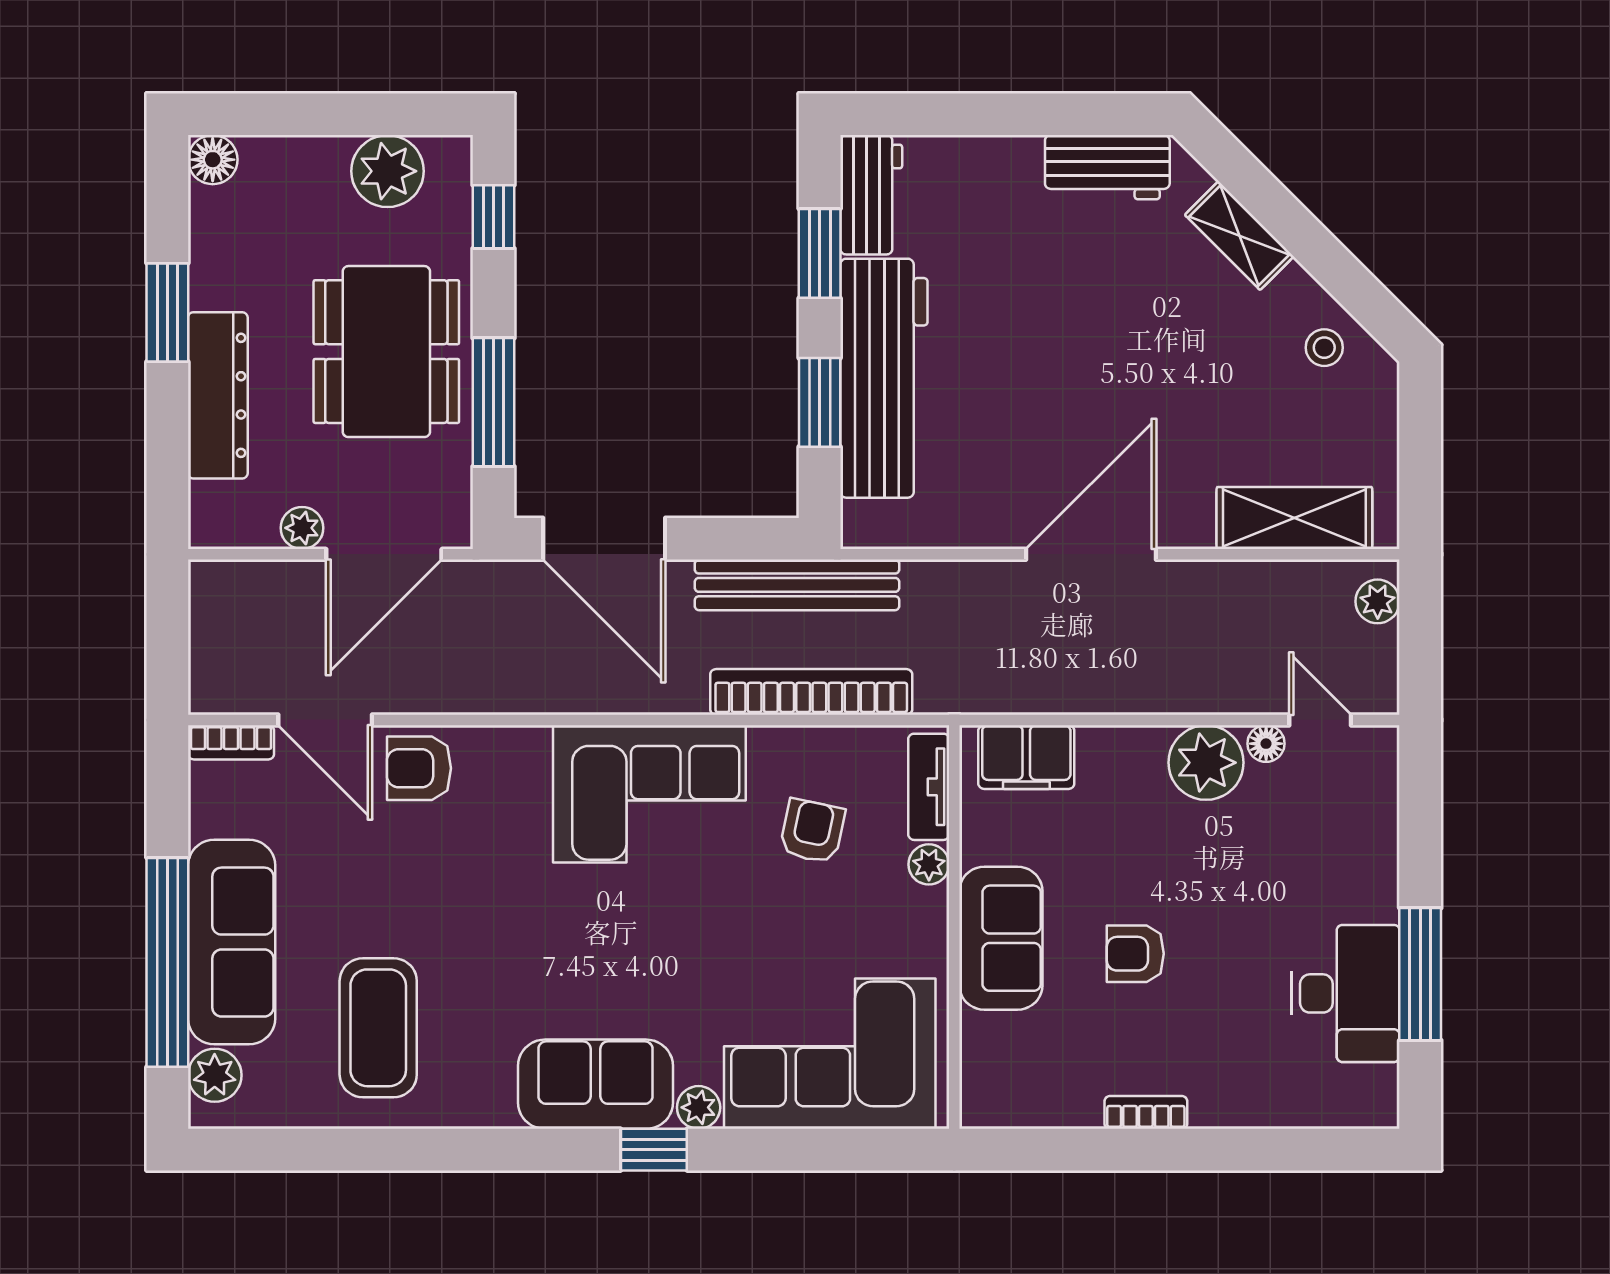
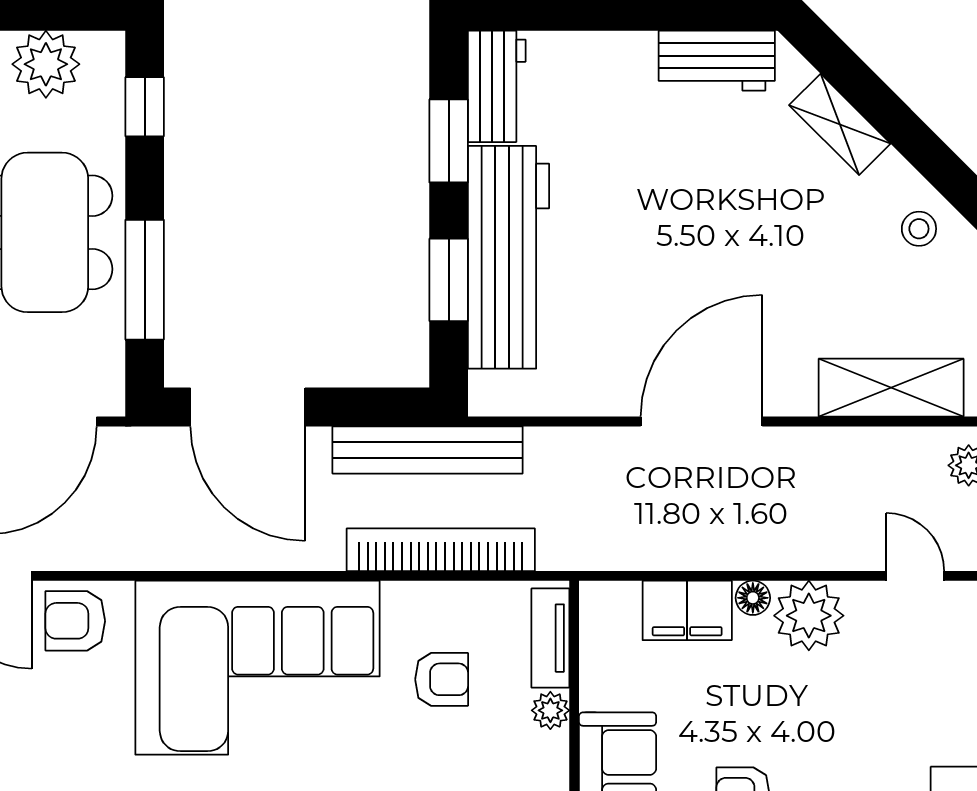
floor lamp: (1266, 744) -> (753, 598), moved
filing cabinet: (1026, 757) -> (687, 610), moved
corner sofa: (649, 794) -> (258, 668), width x1.36, depth x1.36
armchair: (812, 831) -> (442, 679), turned 78

